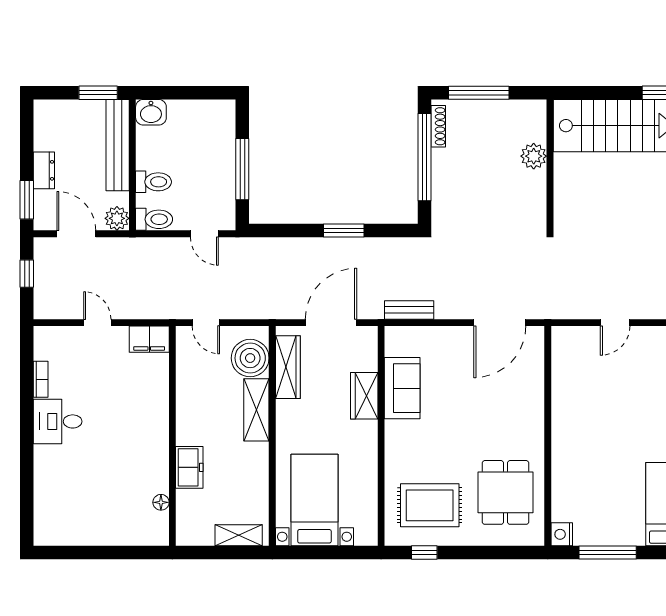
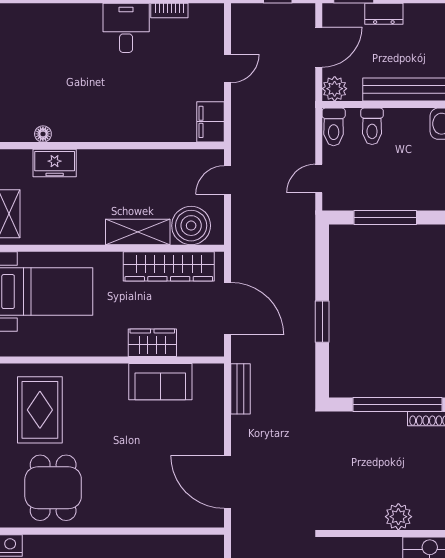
wardrobe: (288, 367) -> (169, 266), width x1.40, depth x1.17
freezer: (189, 467) -> (55, 163), moved
dining table: (506, 492) -> (53, 488), turned 90

